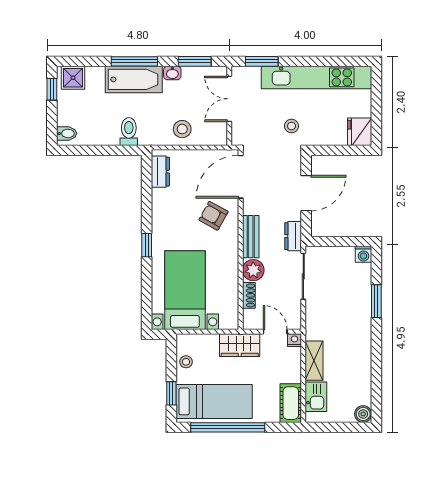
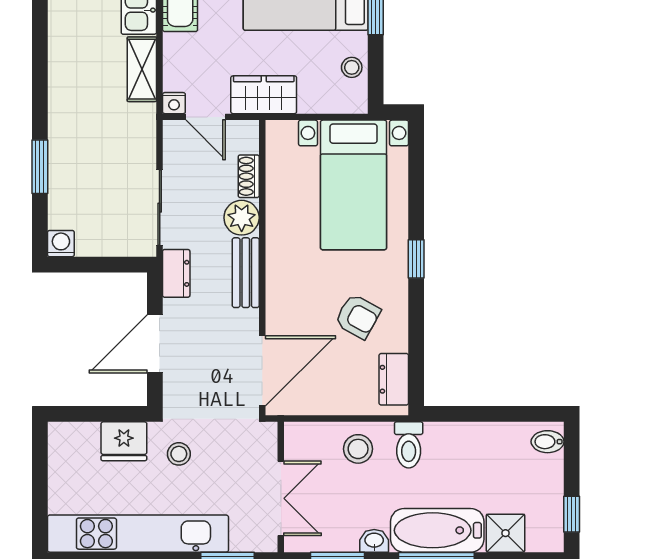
shower: (73, 78) -> (505, 533), moved
toilet: (129, 132) -> (409, 445), moved
fridge: (360, 132) -> (124, 441), moved, turned 90
armchair: (213, 216) -> (358, 316), moved

